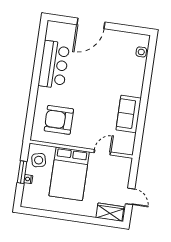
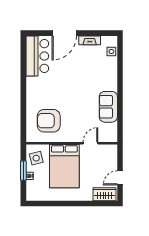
fireplace: (118, 36) -> (90, 40), added
bar counter: (54, 65) -> (37, 56), moved
door: (130, 196) -> (120, 178), swing flipped

